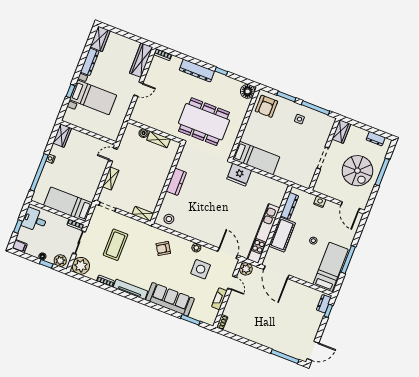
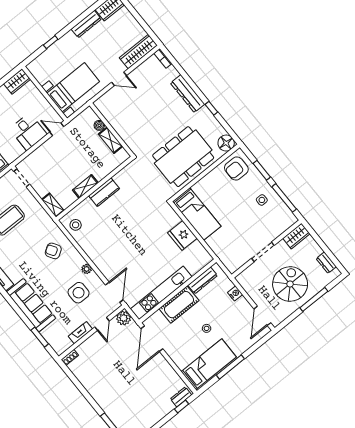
bed with nightstands: (93, 97) -> (73, 87), moved, turned -90
dining table: (204, 122) -> (183, 157), moved, turned 90
desk: (92, 169) -> (28, 132), added
spiral stairs: (357, 171) -> (290, 284), turned 180
fridge: (239, 175) -> (182, 235), moved
shelving: (111, 178) -> (85, 186), moved

